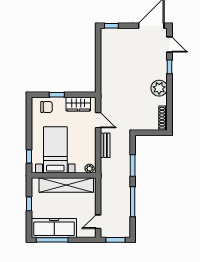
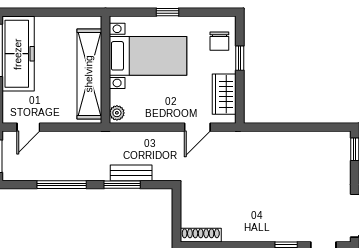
plant: (159, 88) -> (251, 229), removed
bench: (105, 145) -> (131, 173), moved
window: (29, 156) -> (167, 12), moved
window: (29, 204) -> (58, 12), removed
door: (98, 222) -> (28, 127), swing flipped

